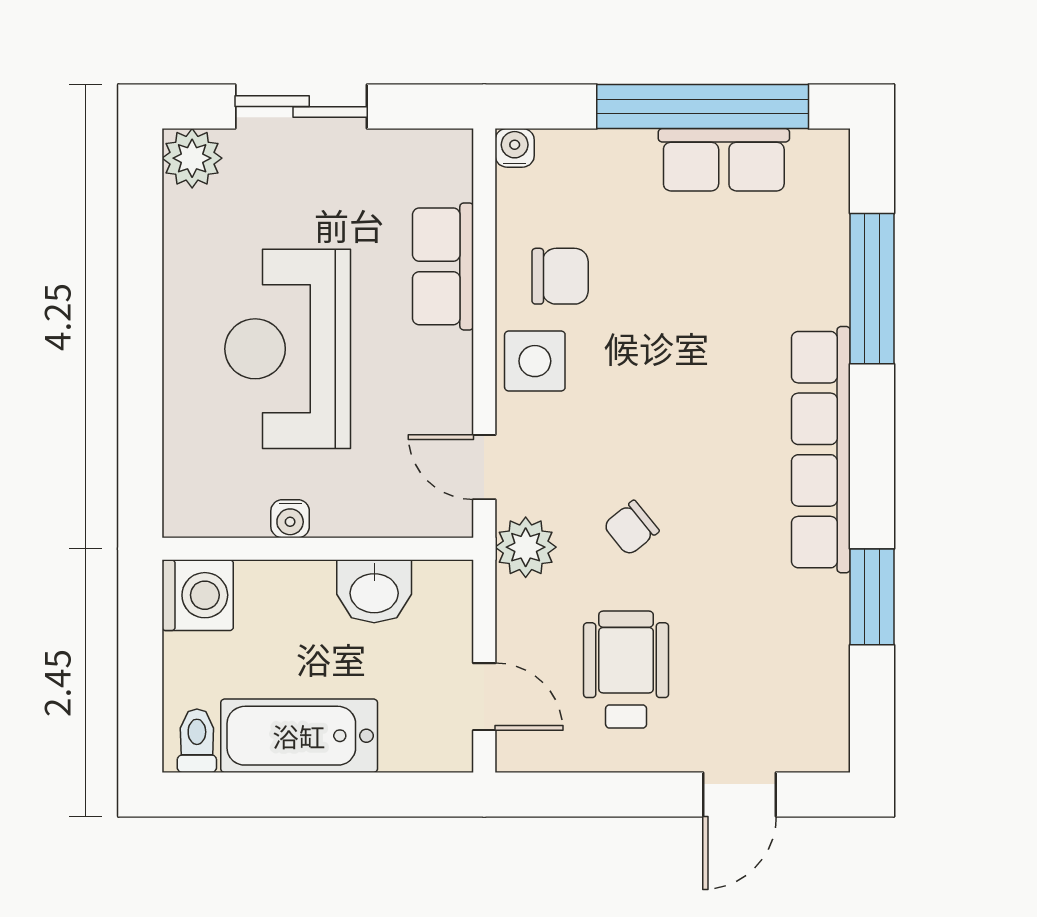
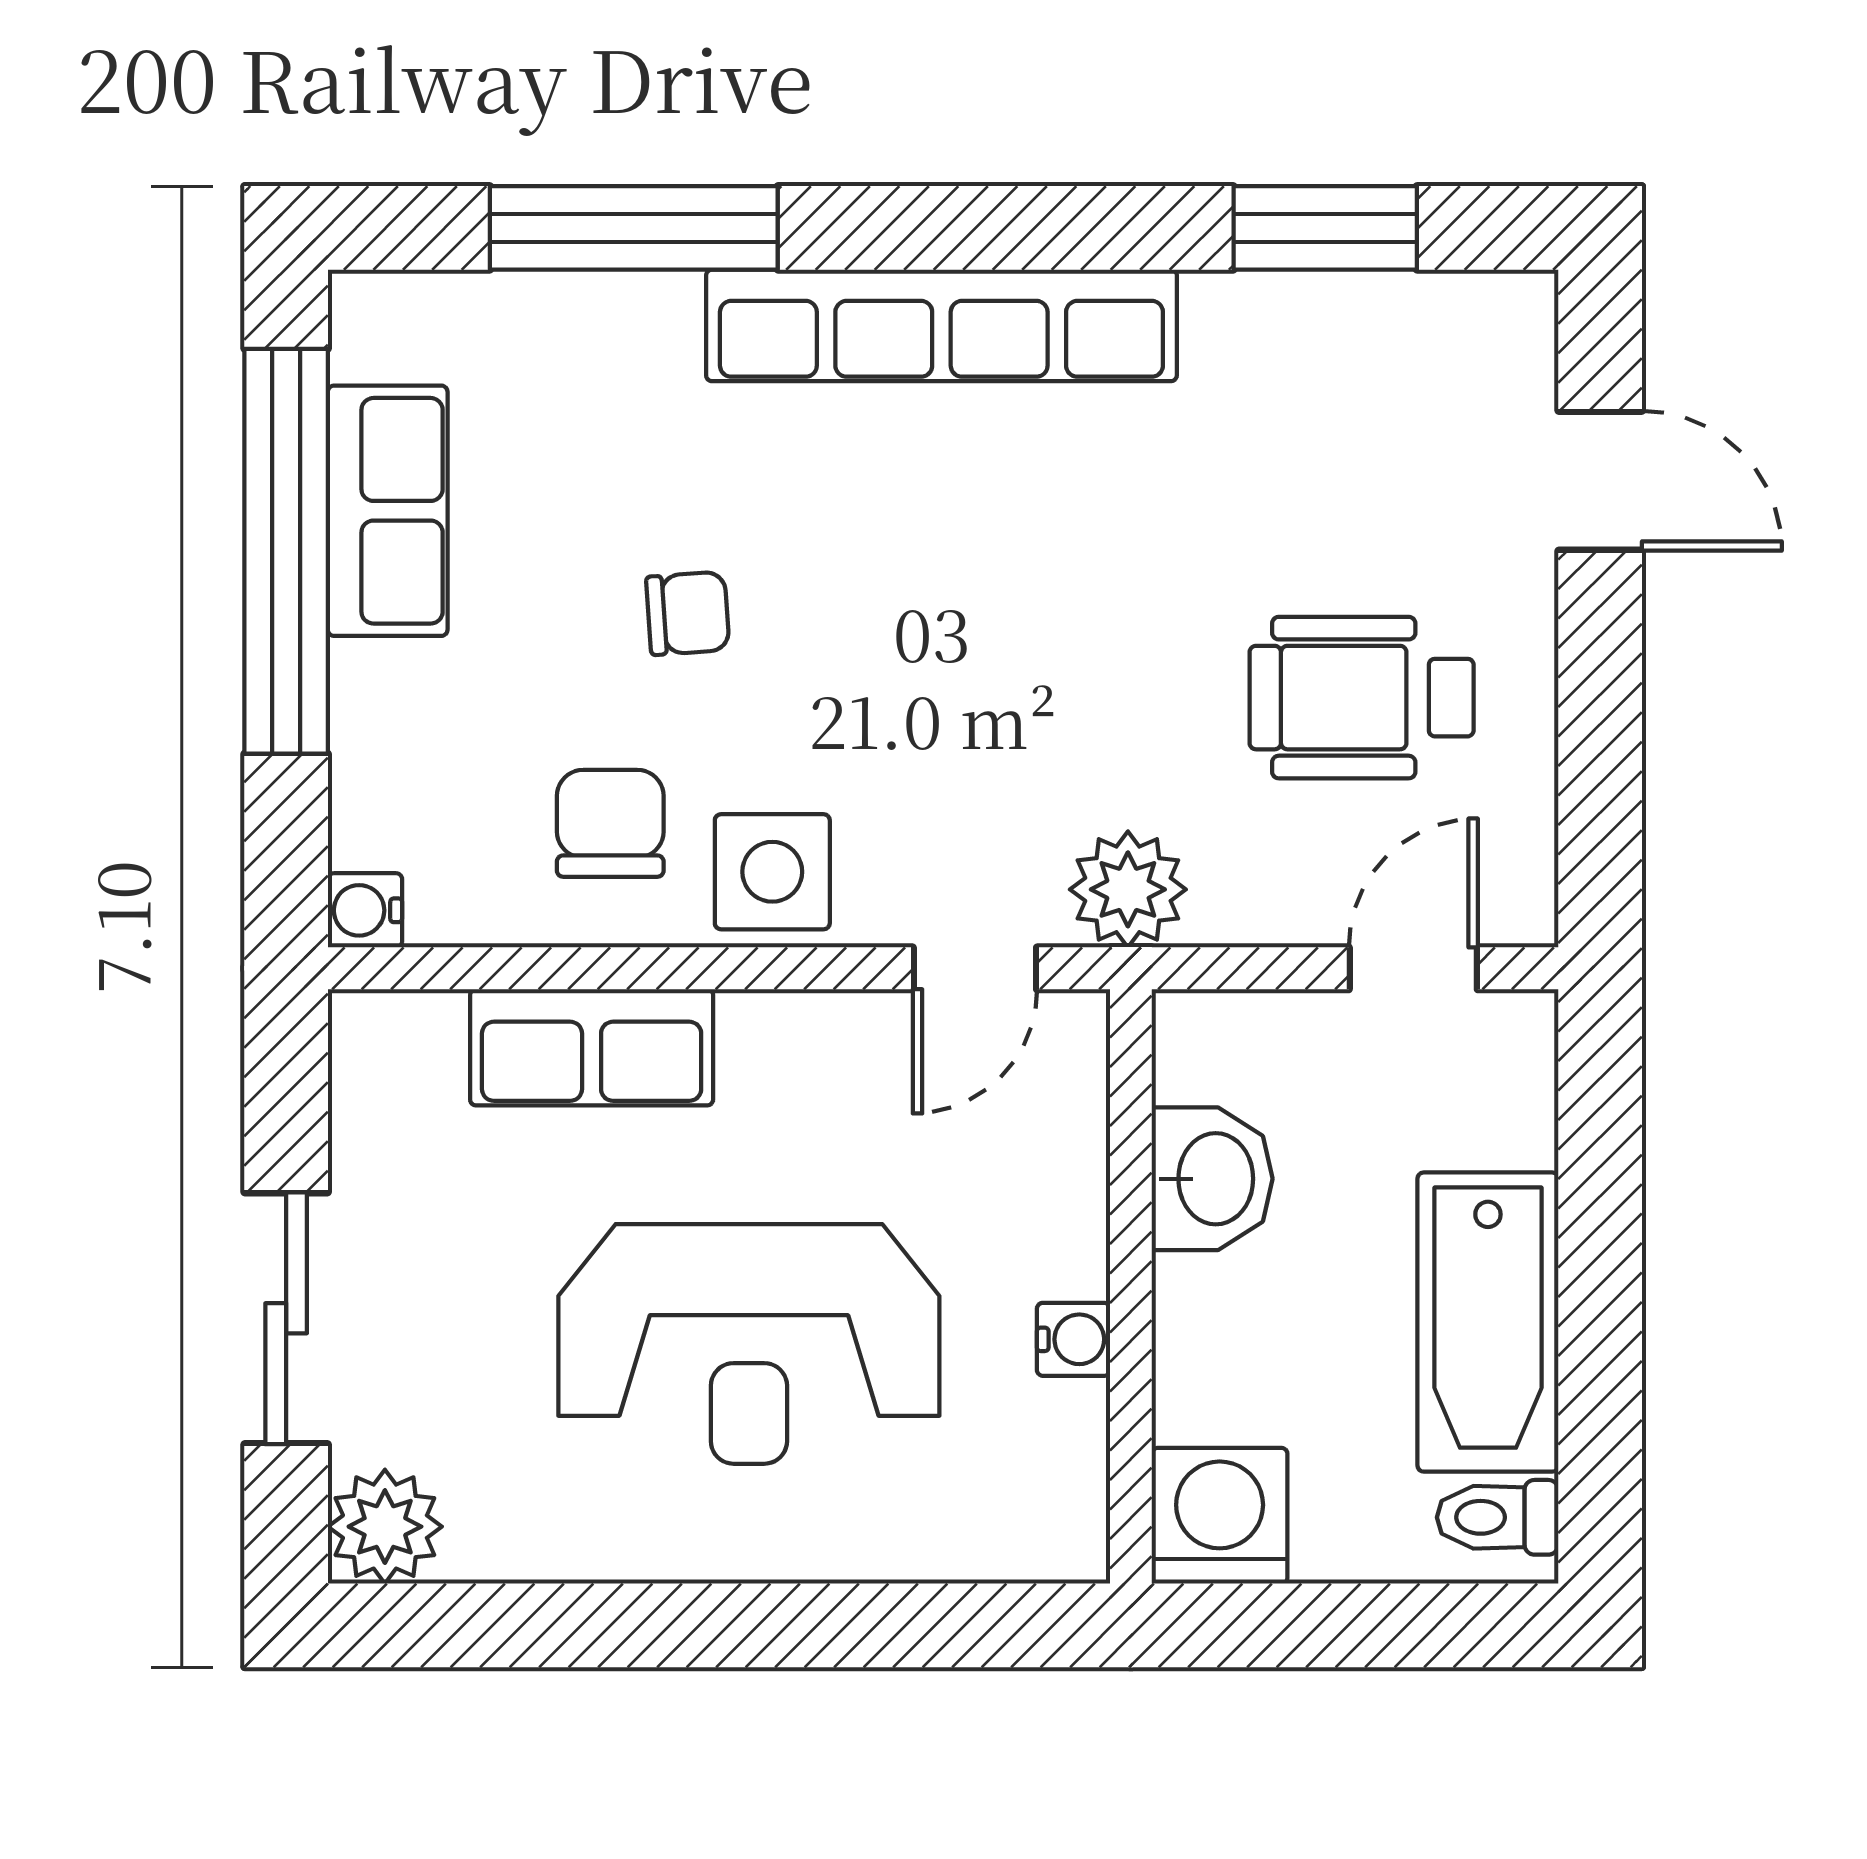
chair: (631, 528) -> (688, 613), moved, turned -55
window: (872, 597) -> (1325, 228), moved

